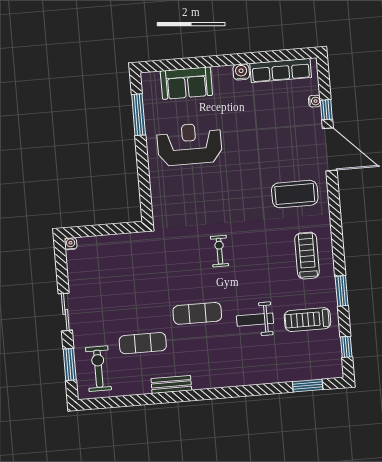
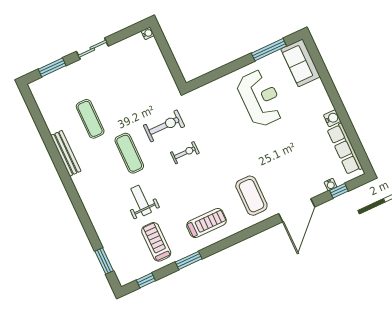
sofa: (186, 83) -> (300, 63), moved
window: (326, 110) -> (339, 191), moved
exercise bike: (98, 369) -> (164, 126), moved
bench: (171, 384) -> (66, 153), width x1.36

